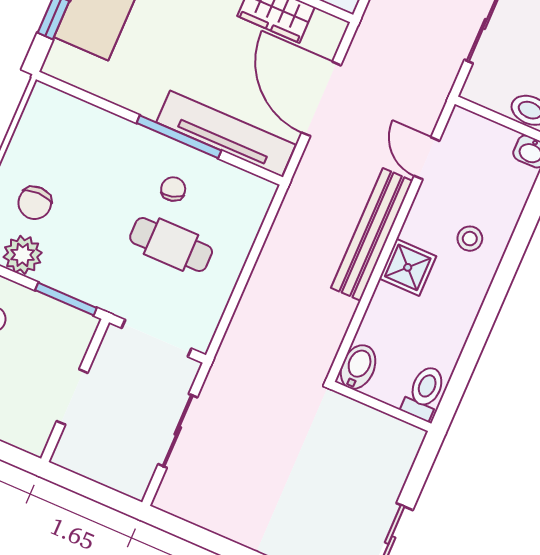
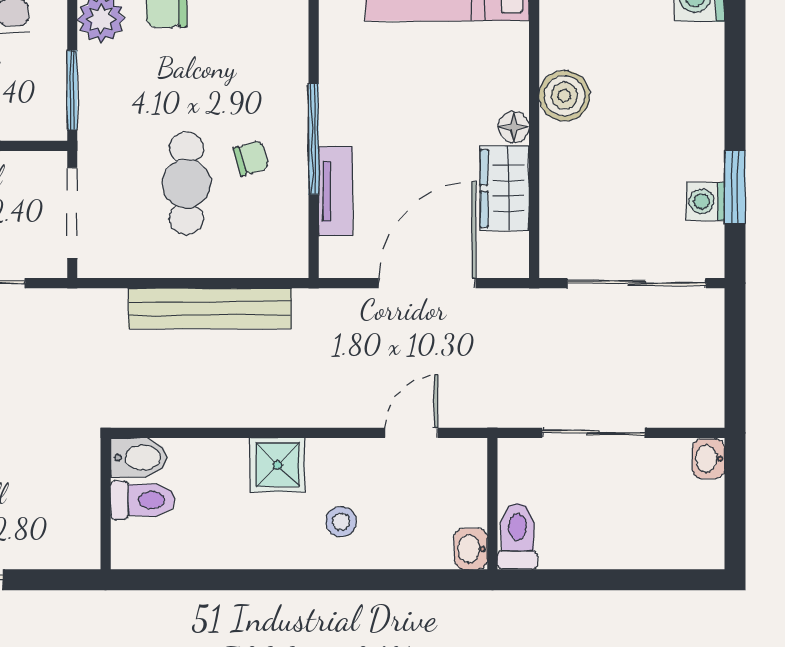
tv unit: (226, 134) -> (336, 191), width x0.52, depth x0.78
bench: (372, 234) -> (210, 308), moved
toilet: (424, 393) -> (143, 500), moved

